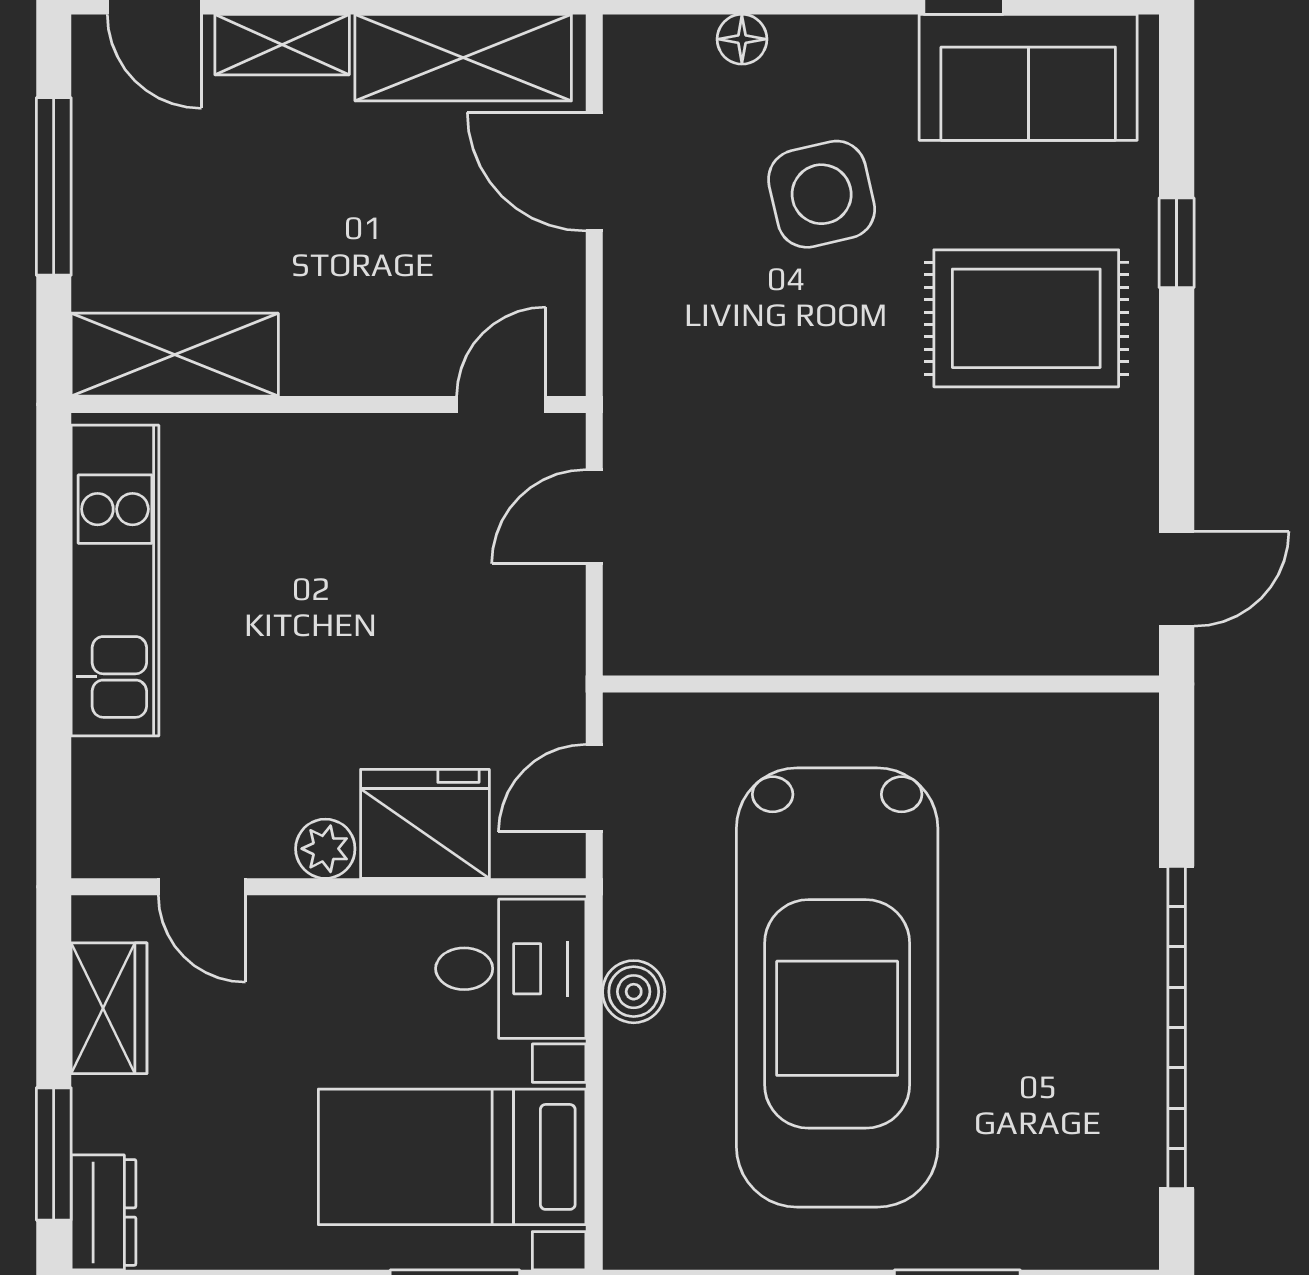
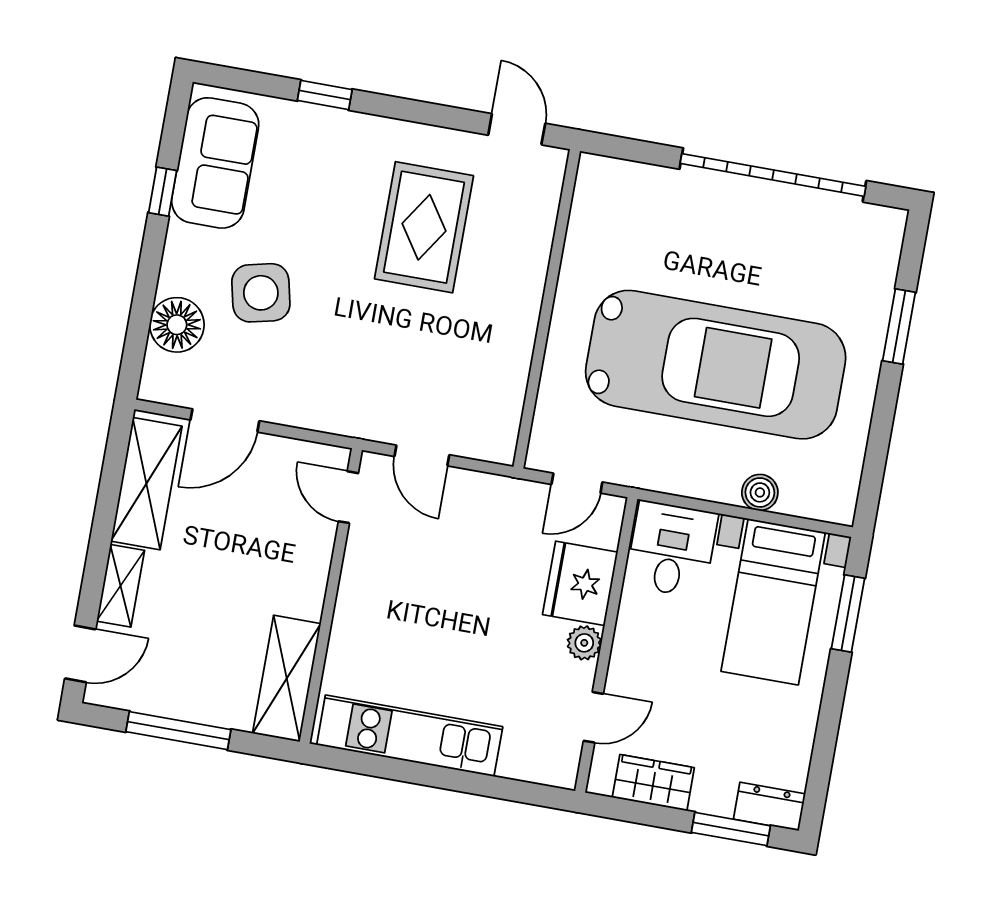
floor lamp: (742, 39) -> (177, 325), width x1.89, depth x1.89
rug: (1026, 318) -> (424, 227), moved
door: (594, 788) -> (577, 483), hinge flipped
boiler: (634, 992) -> (760, 492), moved

